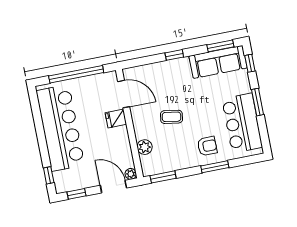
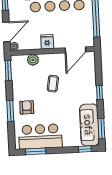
window: (258, 102) -> (36, 151), moved
fridge: (116, 119) -> (47, 42), moved
armchair: (207, 146) -> (27, 107), turned 180

